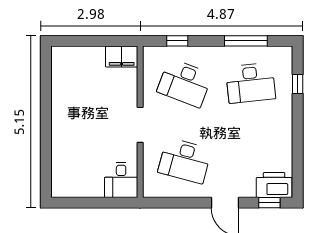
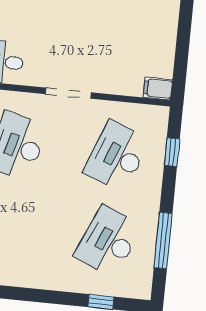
filing cabinet: (122, 57) -> (158, 88), width x0.50
desk: (251, 83) -> (108, 241), turned 30

